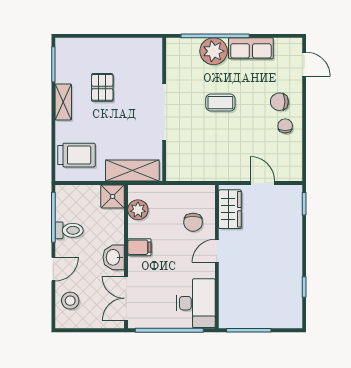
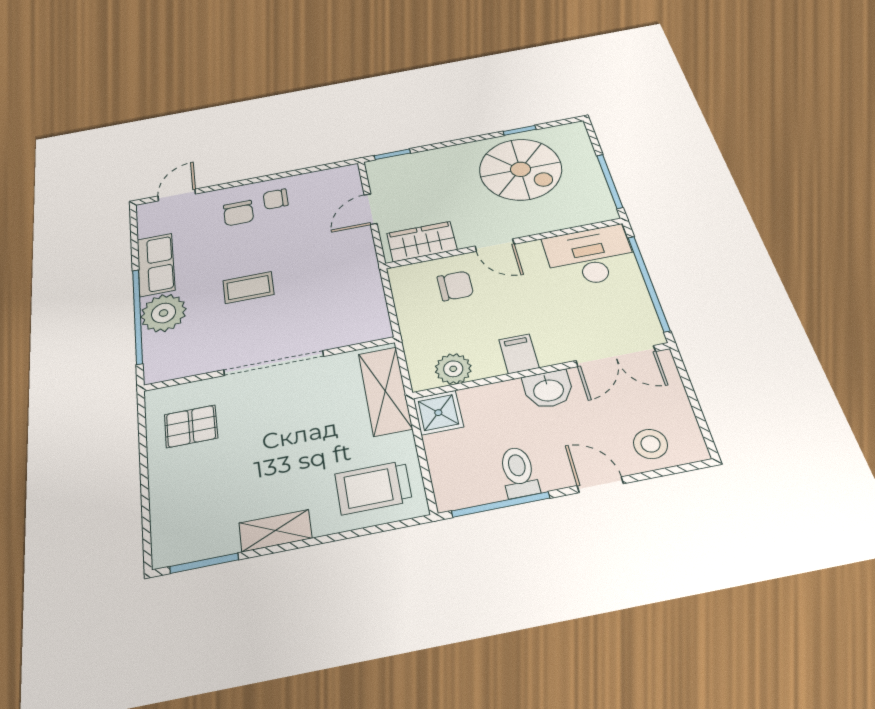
pallet: (102, 87) -> (191, 426), moved
coffee table: (220, 103) -> (248, 288), turned 90
trolley: (76, 155) -> (373, 487), turned -90
spiral stairs: (272, 280) -> (520, 169), added

